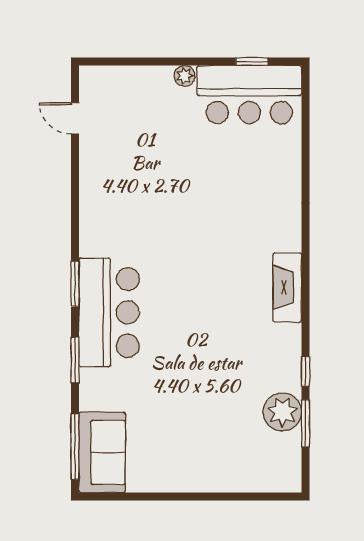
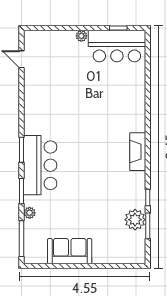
plant: (90, 399) -> (30, 213), added
sofa: (102, 452) -> (70, 251), moved, turned -90

